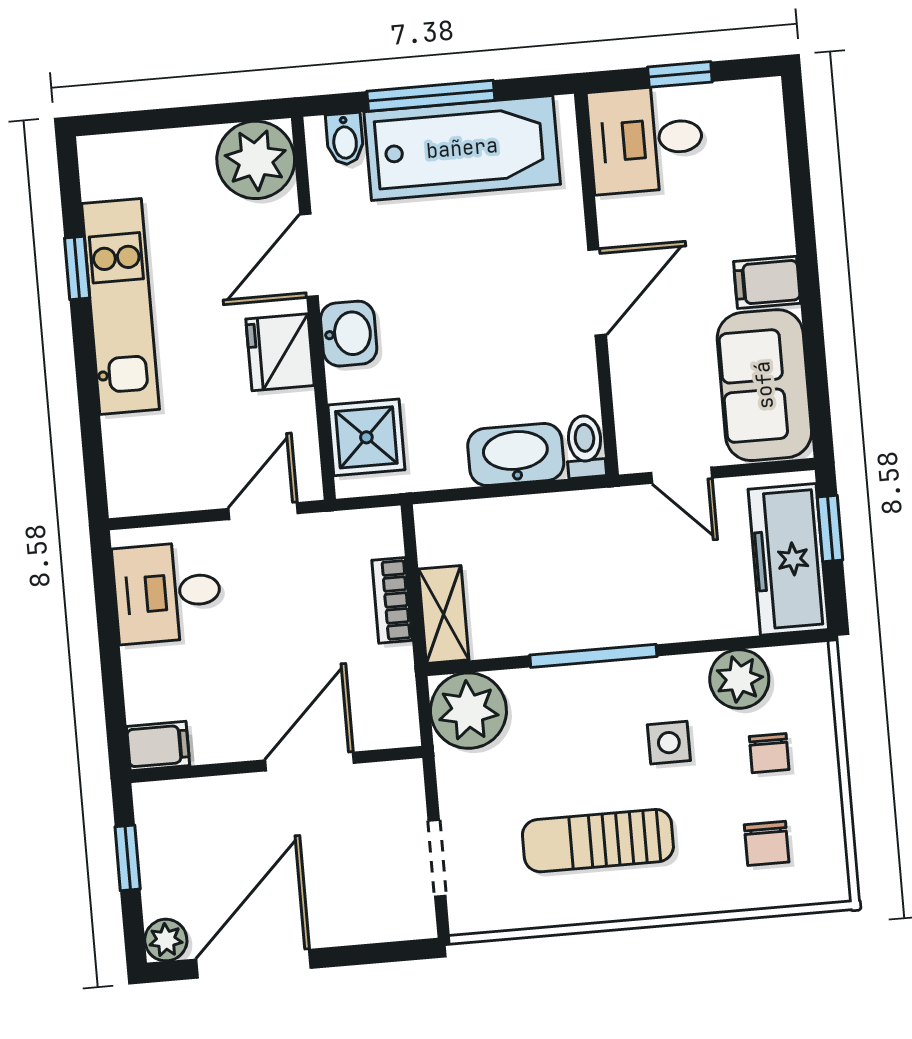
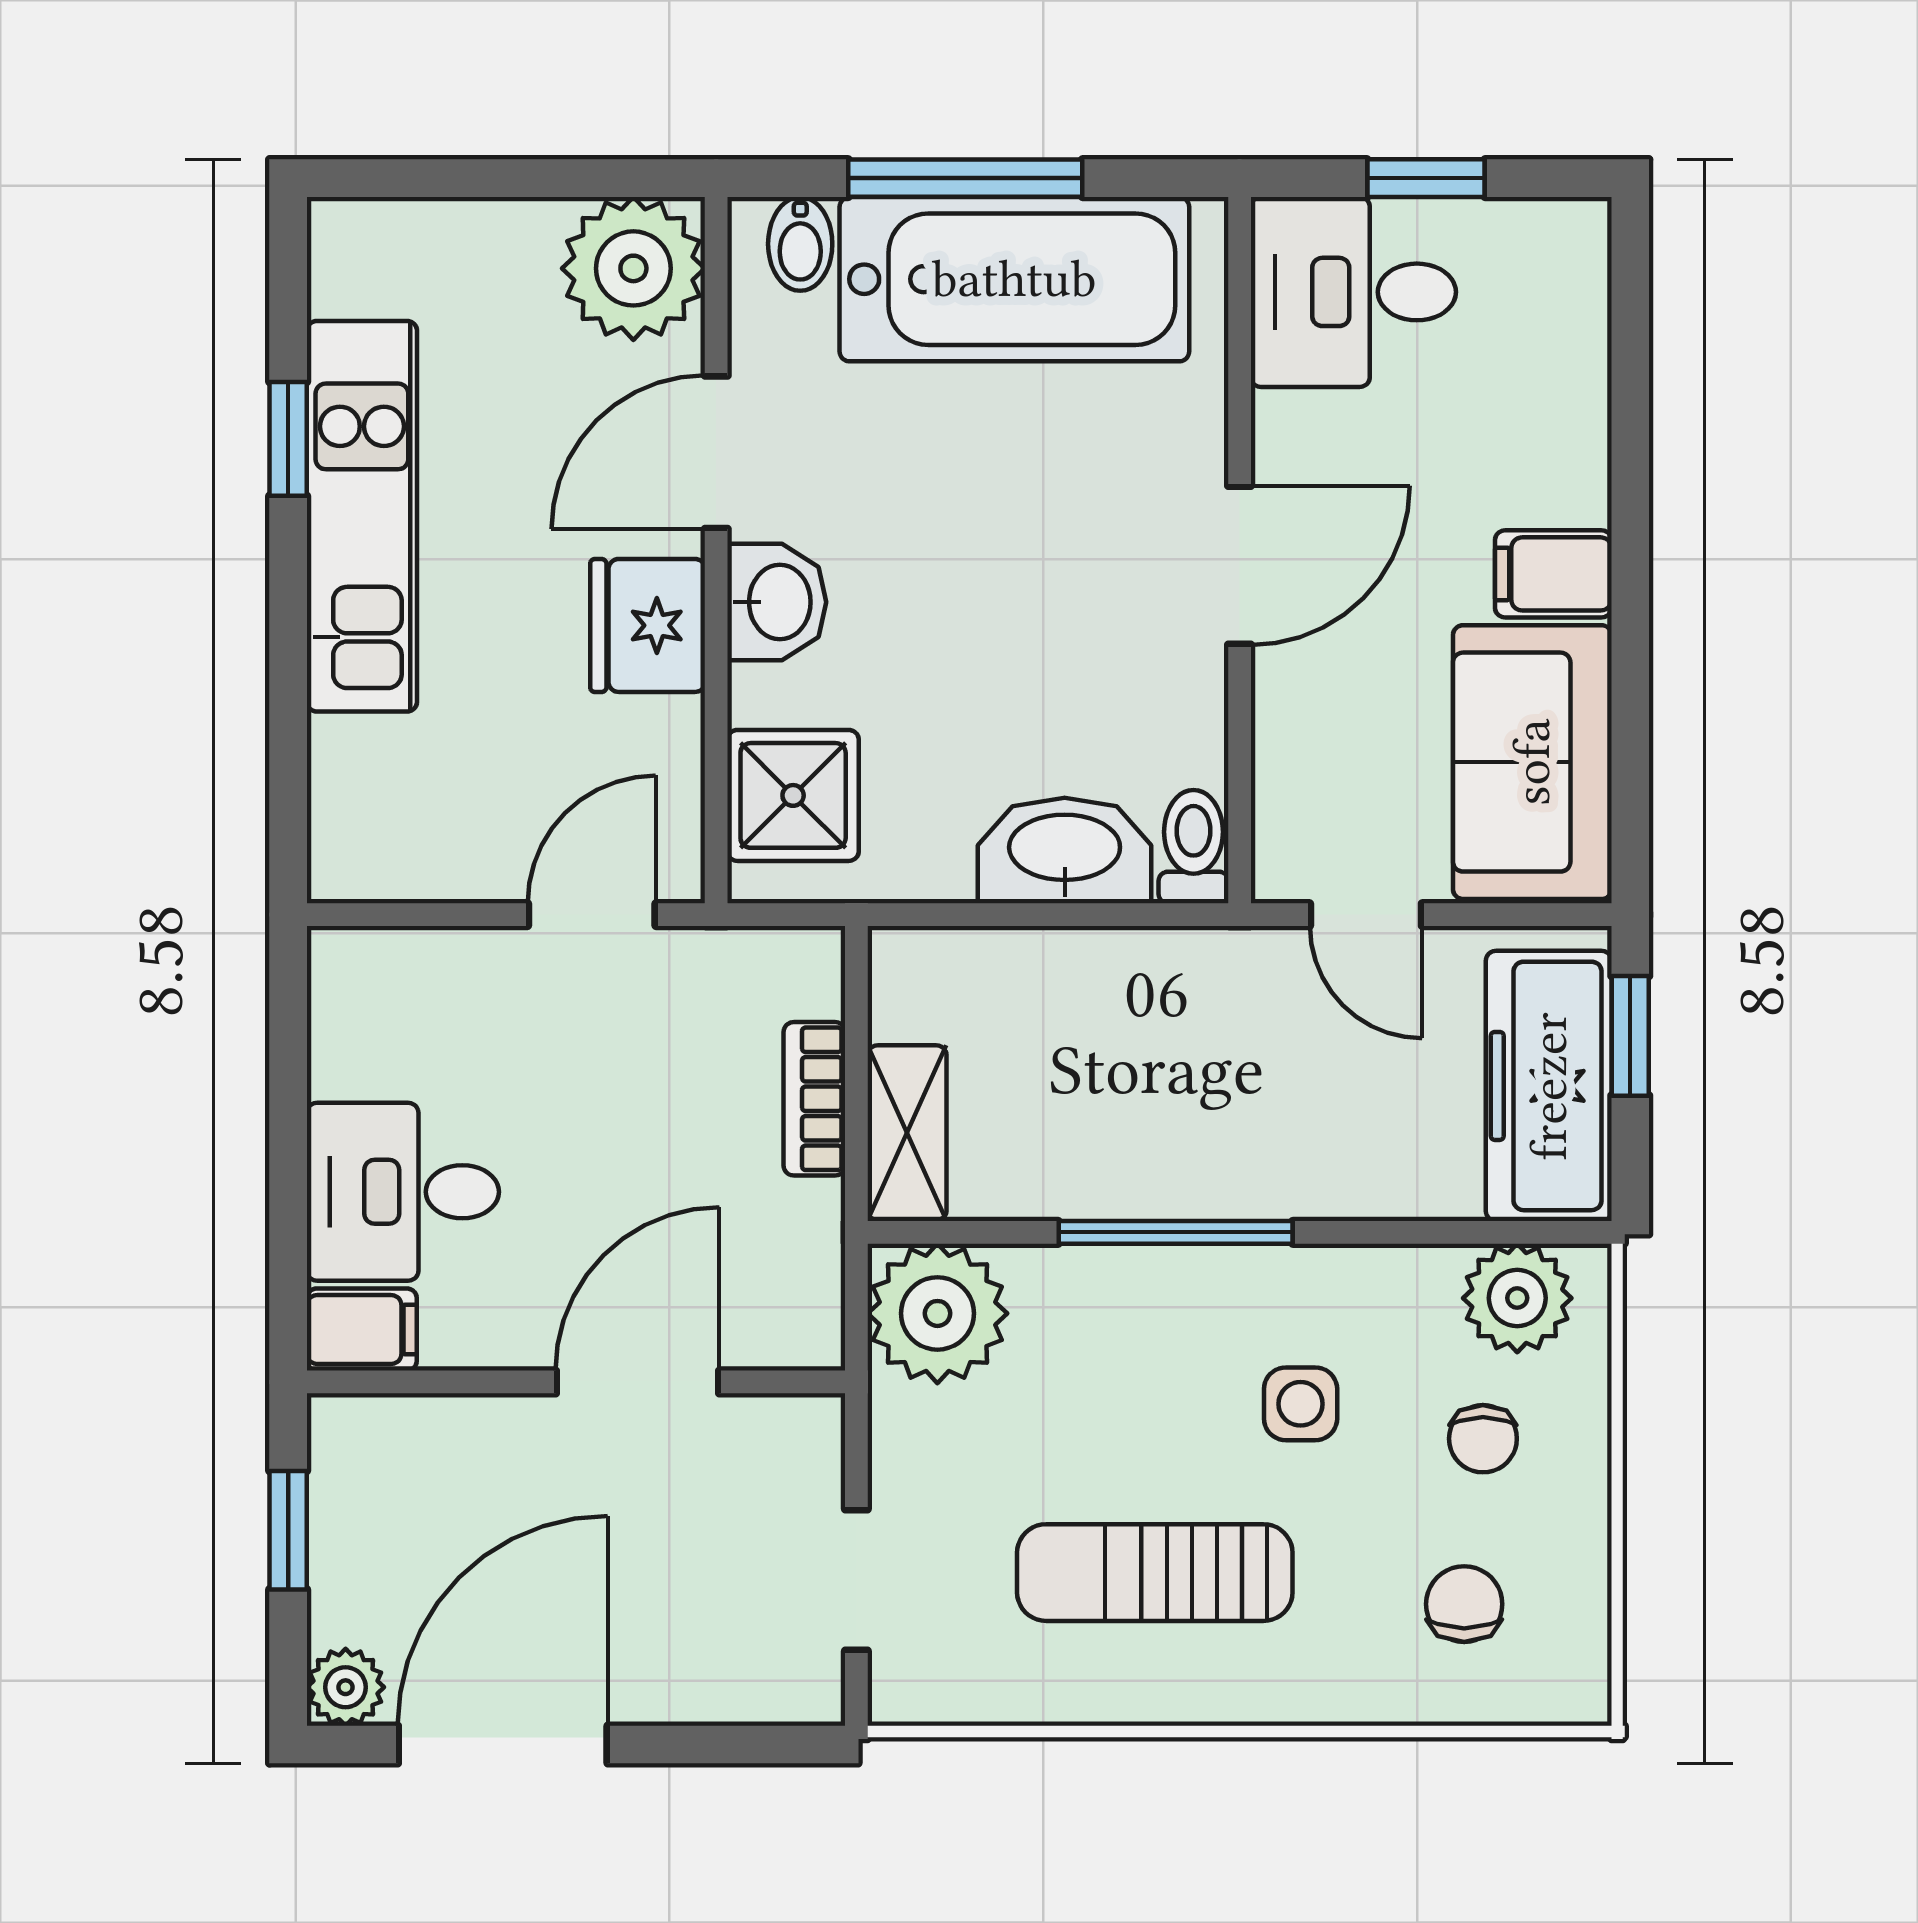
desk: (167, 592) -> (403, 1192), moved
plant: (739, 679) -> (1517, 1298), moved
chair: (767, 843) -> (1464, 1604), turned 180

